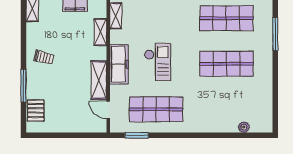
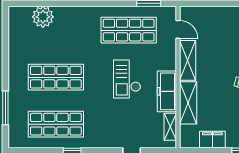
shelving: (100, 32) -> (188, 103), width x1.50, depth x1.33
freezer: (119, 64) -> (167, 91), moved
plant: (244, 127) -> (43, 17), width x1.88, depth x1.88

